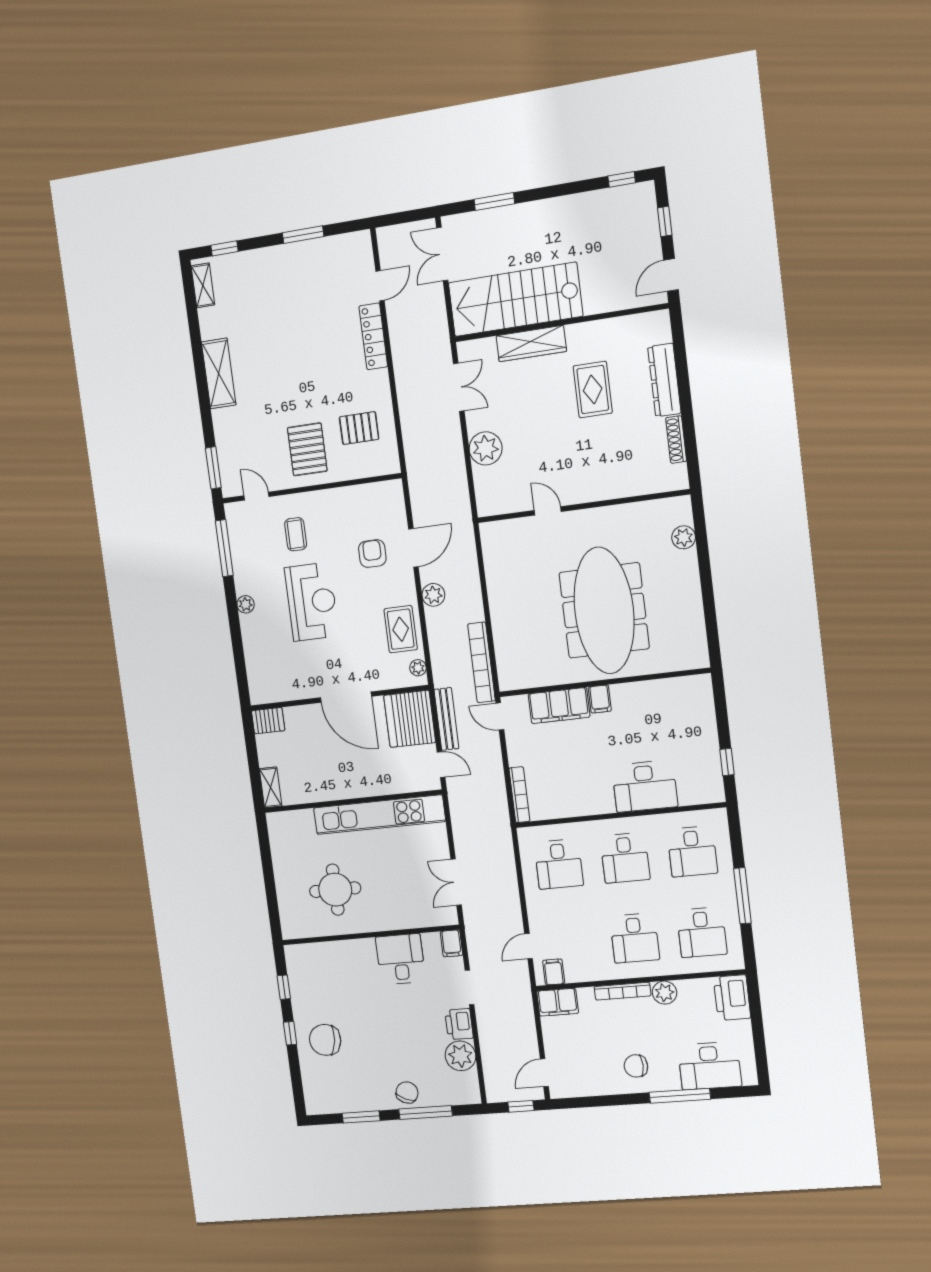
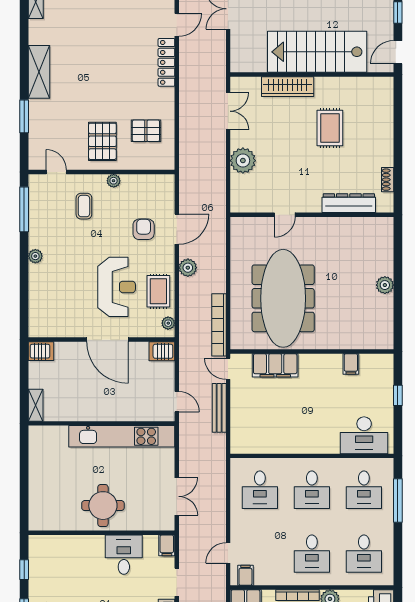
stairs: (515, 299) -> (317, 52), moved
dresser: (664, 380) -> (349, 203), moved, turned 90
shoe rack: (676, 439) -> (388, 180), width x0.70
window: (213, 468) -> (24, 116), moved
plant: (327, 497) -> (114, 181), added
door: (548, 511) -> (285, 215), swing flipped
plant: (684, 537) -> (385, 285), moved
reception desk: (312, 602) -> (117, 287), moved
meeting table: (604, 610) -> (283, 298), moved
filing cabinet: (600, 699) -> (351, 364), moved
server rack: (410, 719) -> (162, 351), width x0.46, depth x0.70
bench: (446, 719) -> (219, 408), moved
window: (727, 762) -> (398, 395), moved
desk: (645, 786) -> (364, 435), moved
bookcase: (519, 795) -> (236, 432), removed
double door: (456, 882) -> (177, 496), swing flipped
round table: (335, 890) -> (103, 506), moved
window: (742, 896) -> (398, 501), moved

